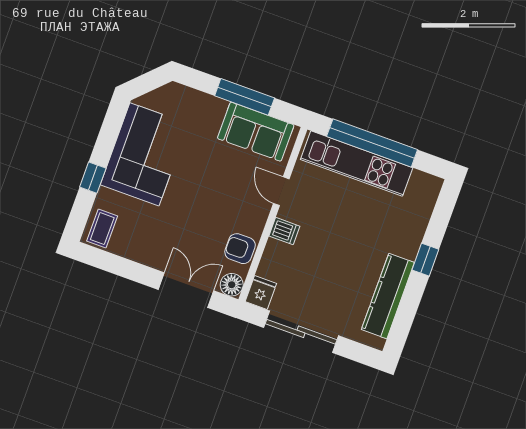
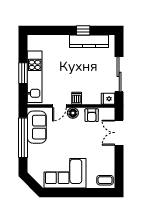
window: (245, 97) -> (23, 138), width x1.46
window: (372, 143) -> (23, 73), width x0.47
window: (93, 178) -> (84, 193), removed
window: (425, 260) -> (83, 30), moved
floor lamp: (232, 285) -> (73, 113), moved

